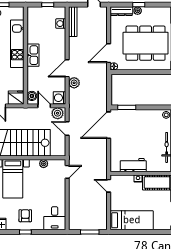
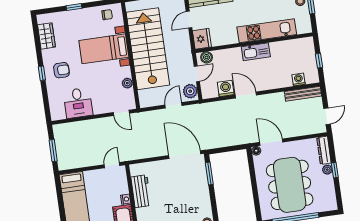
plant: (74, 83) -> (230, 106), removed
washing machine: (59, 98) -> (226, 88), moved
desk: (55, 218) -> (78, 103), moved, turned -90

